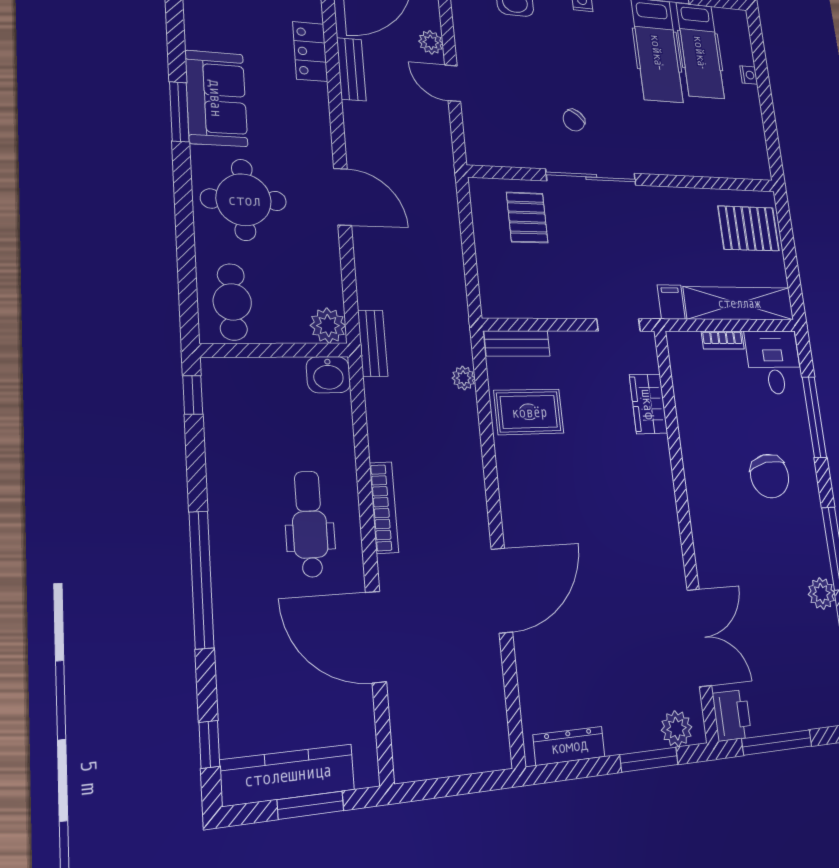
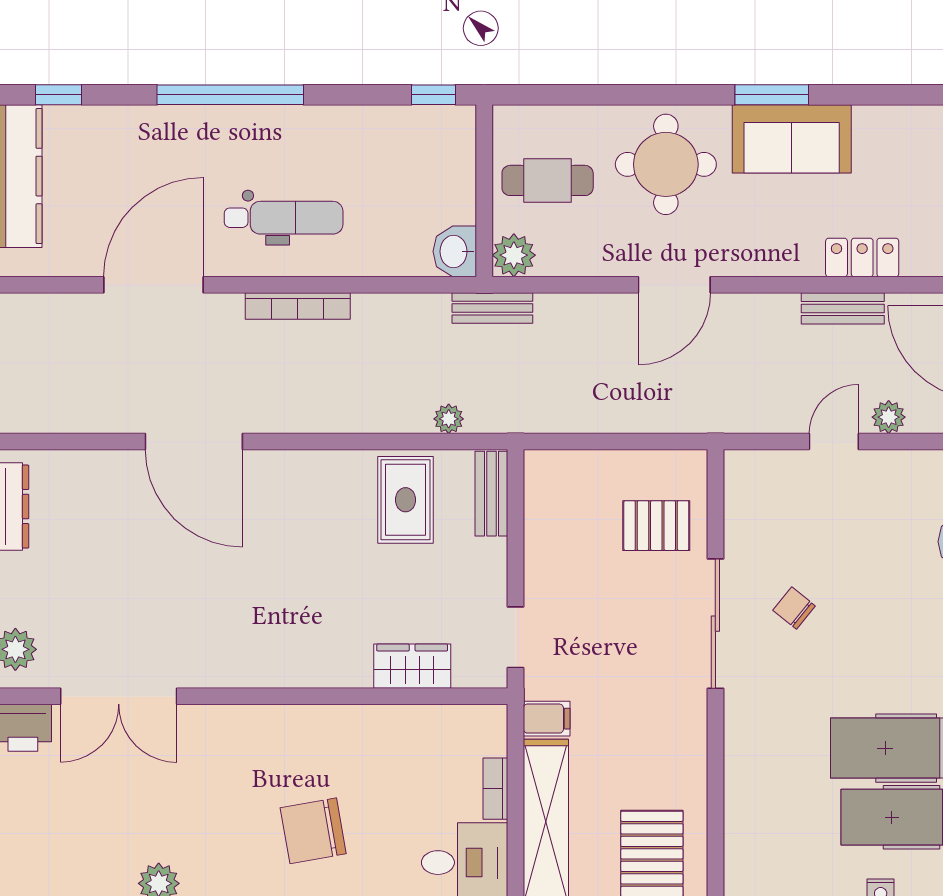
cafe table: (232, 302) -> (548, 180), moved

